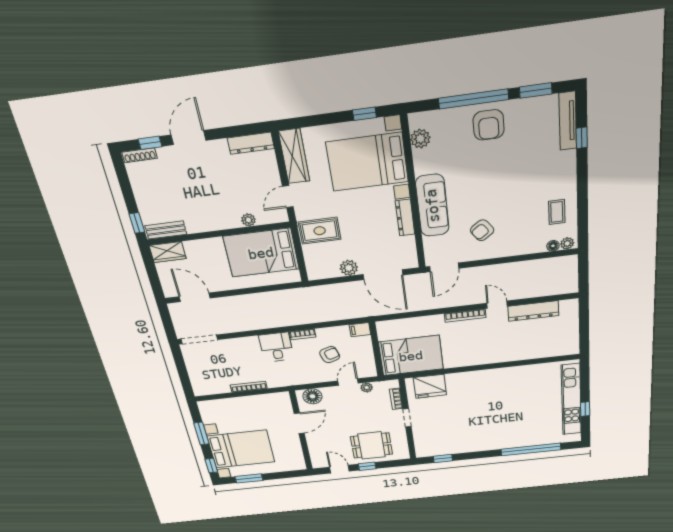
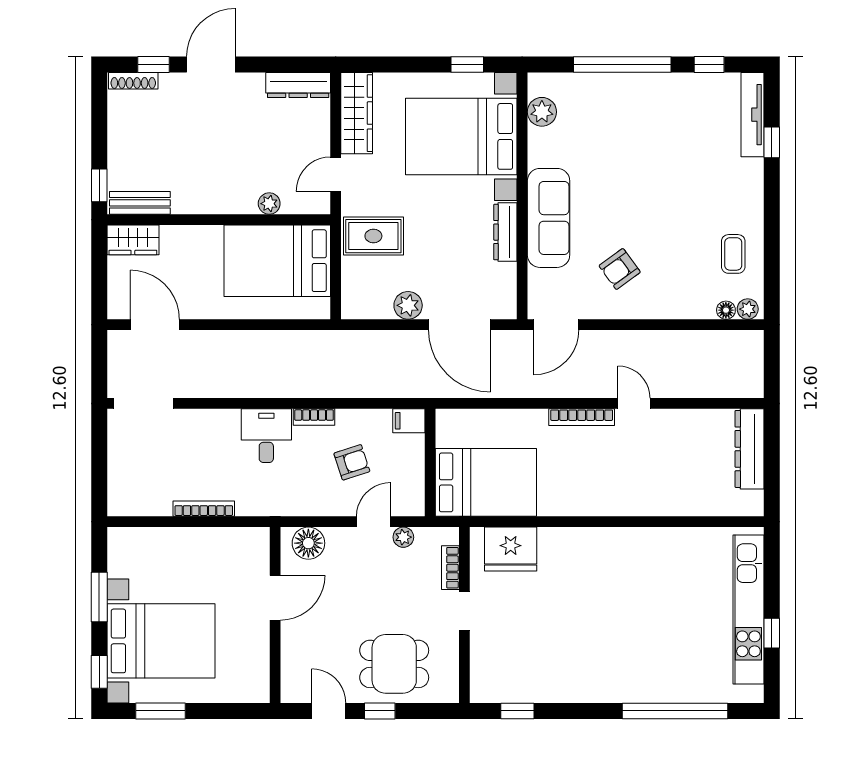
window: (536, 90) -> (709, 65), width x0.67
armchair: (489, 125) -> (641, 105), removed
dresser: (533, 311) -> (750, 449), moved, turned 90

